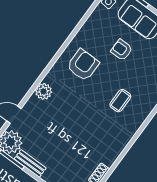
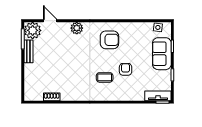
armchair: (122, 50) -> (126, 69), moved

